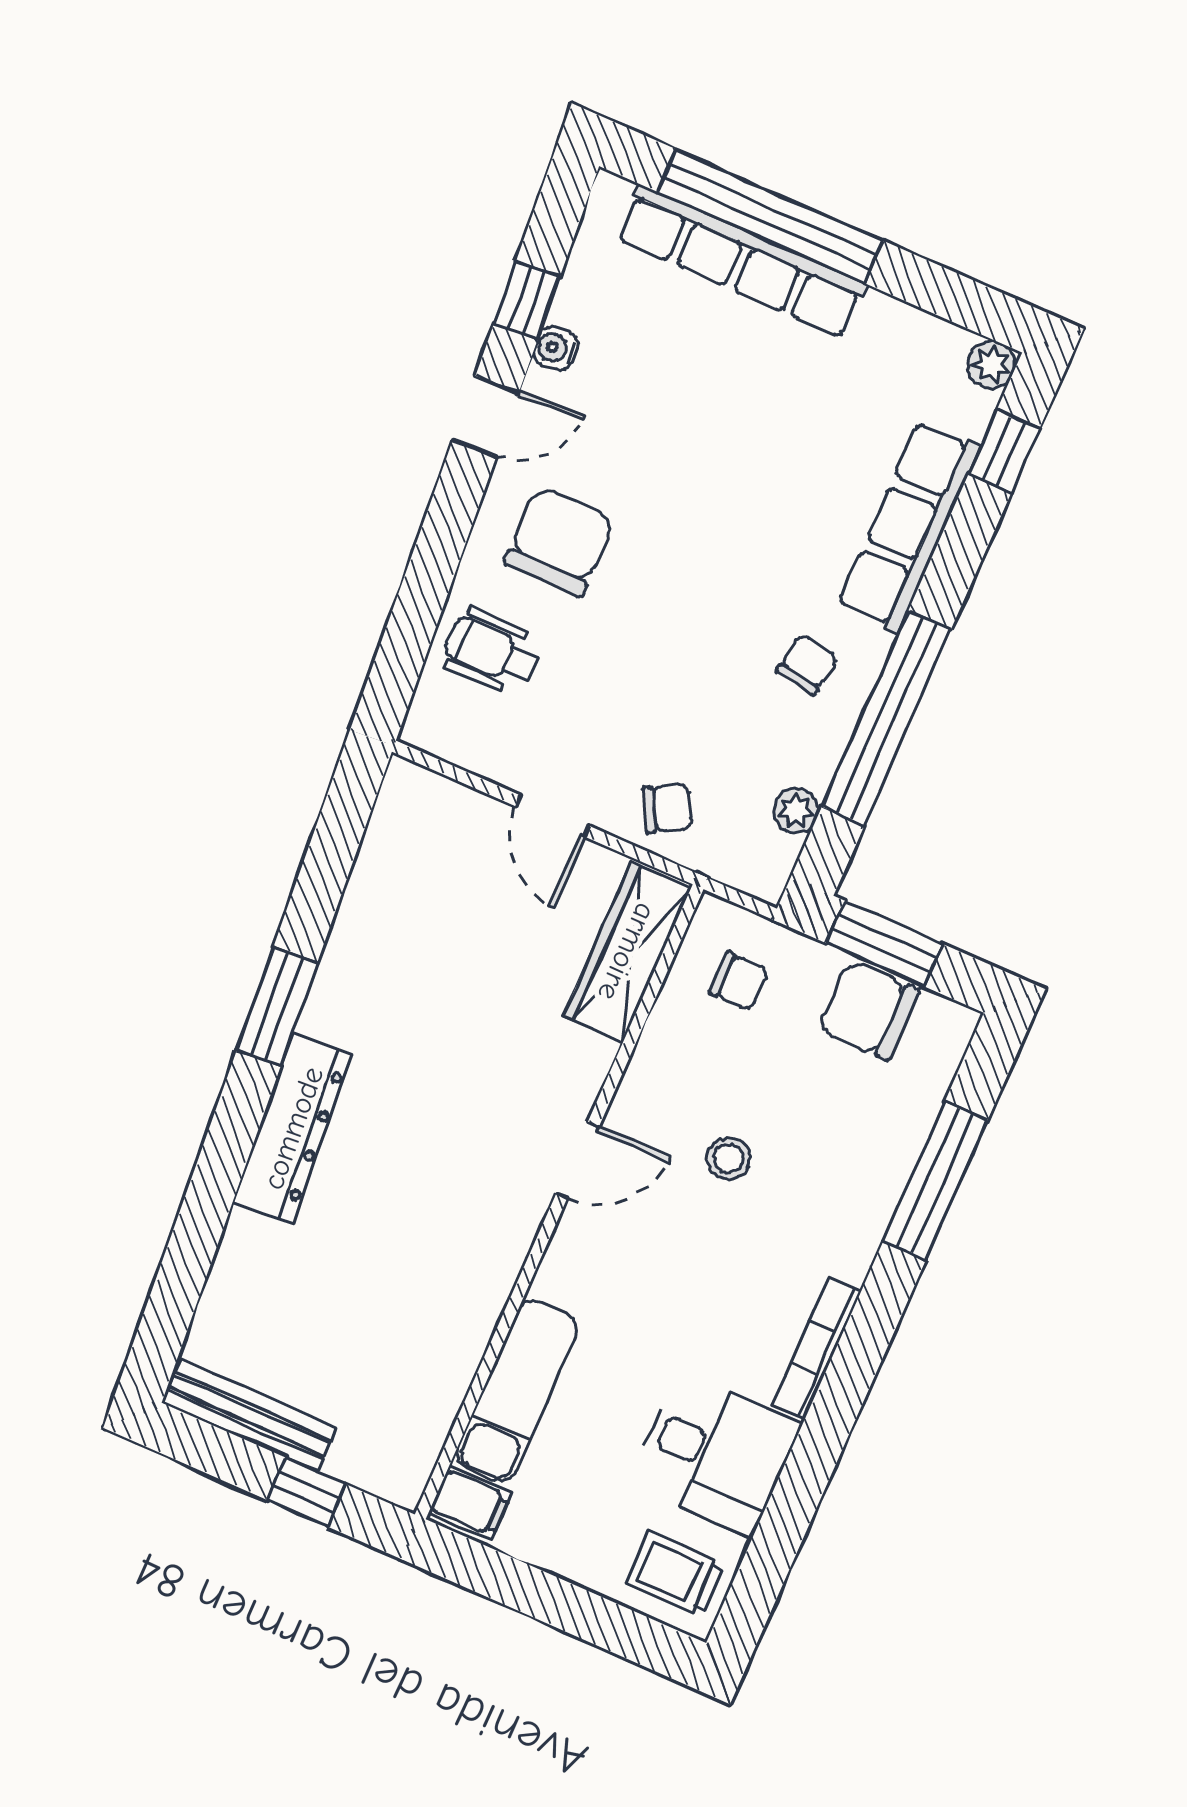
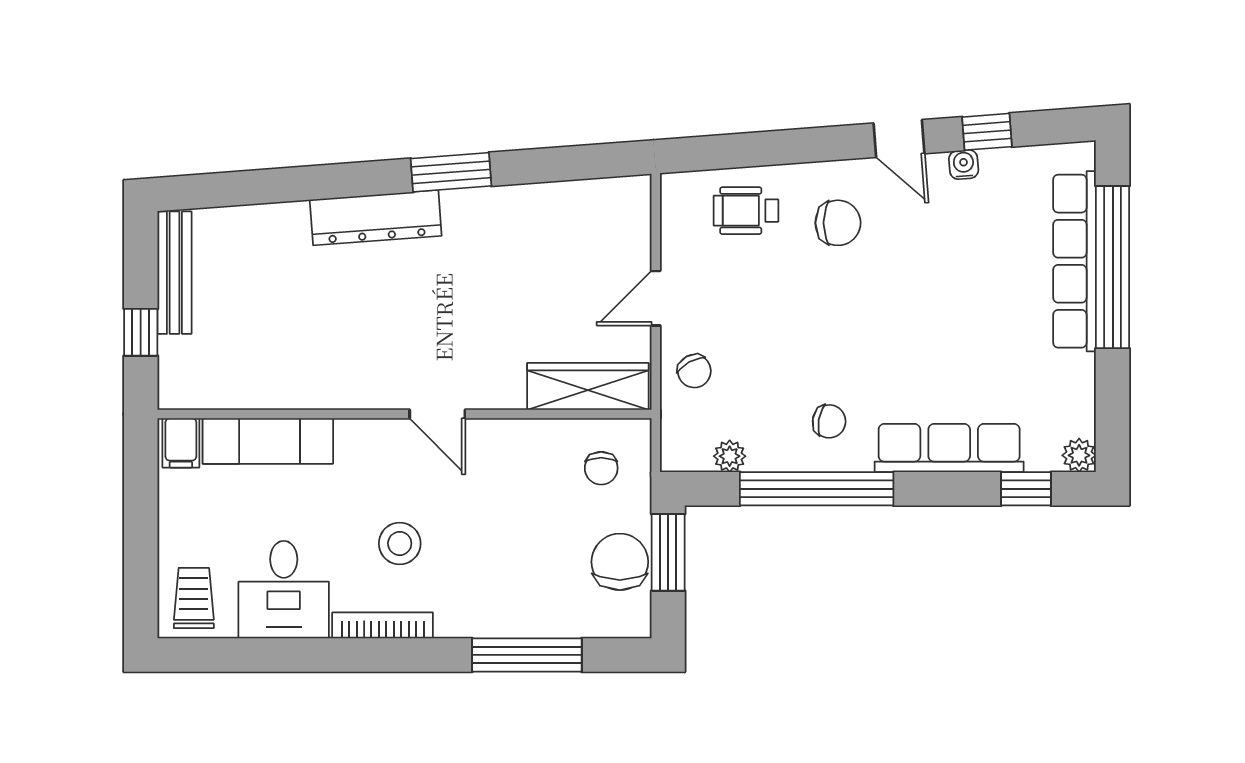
chair: (559, 541) -> (838, 223), width x0.73, depth x0.73
wheelchair: (492, 652) -> (746, 211), turned -90
stool: (728, 1158) -> (400, 543), moved, width x1.37, depth x1.37

